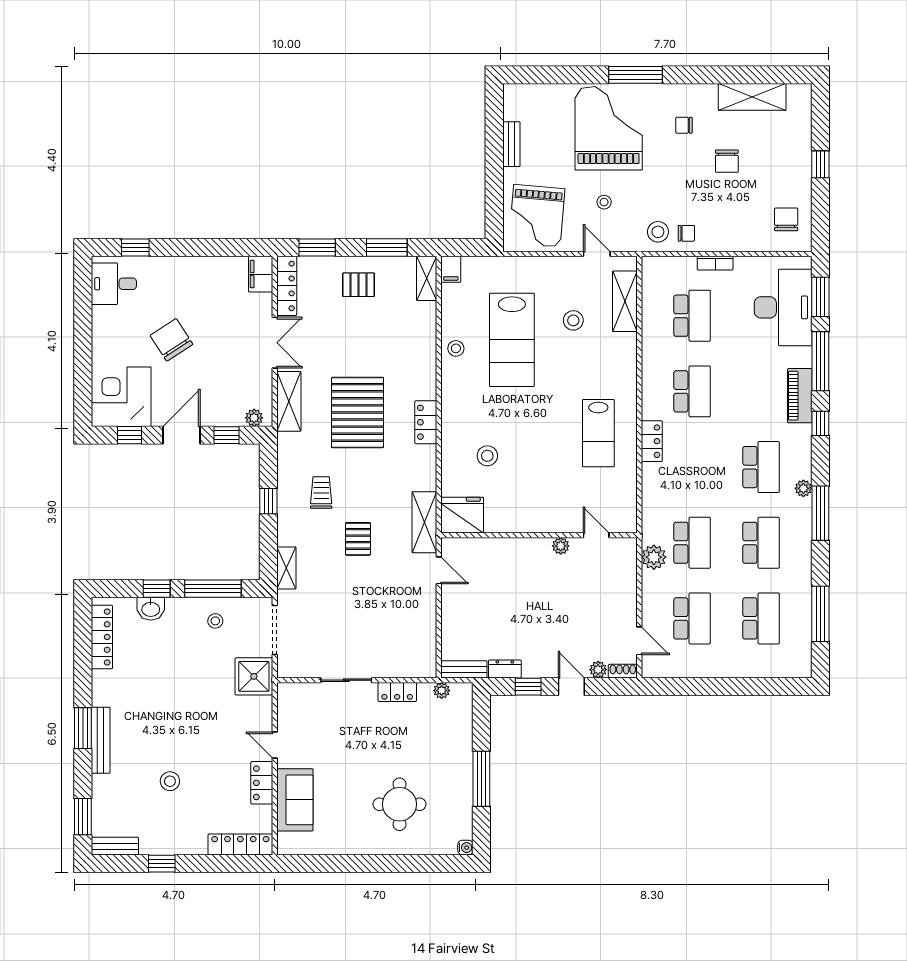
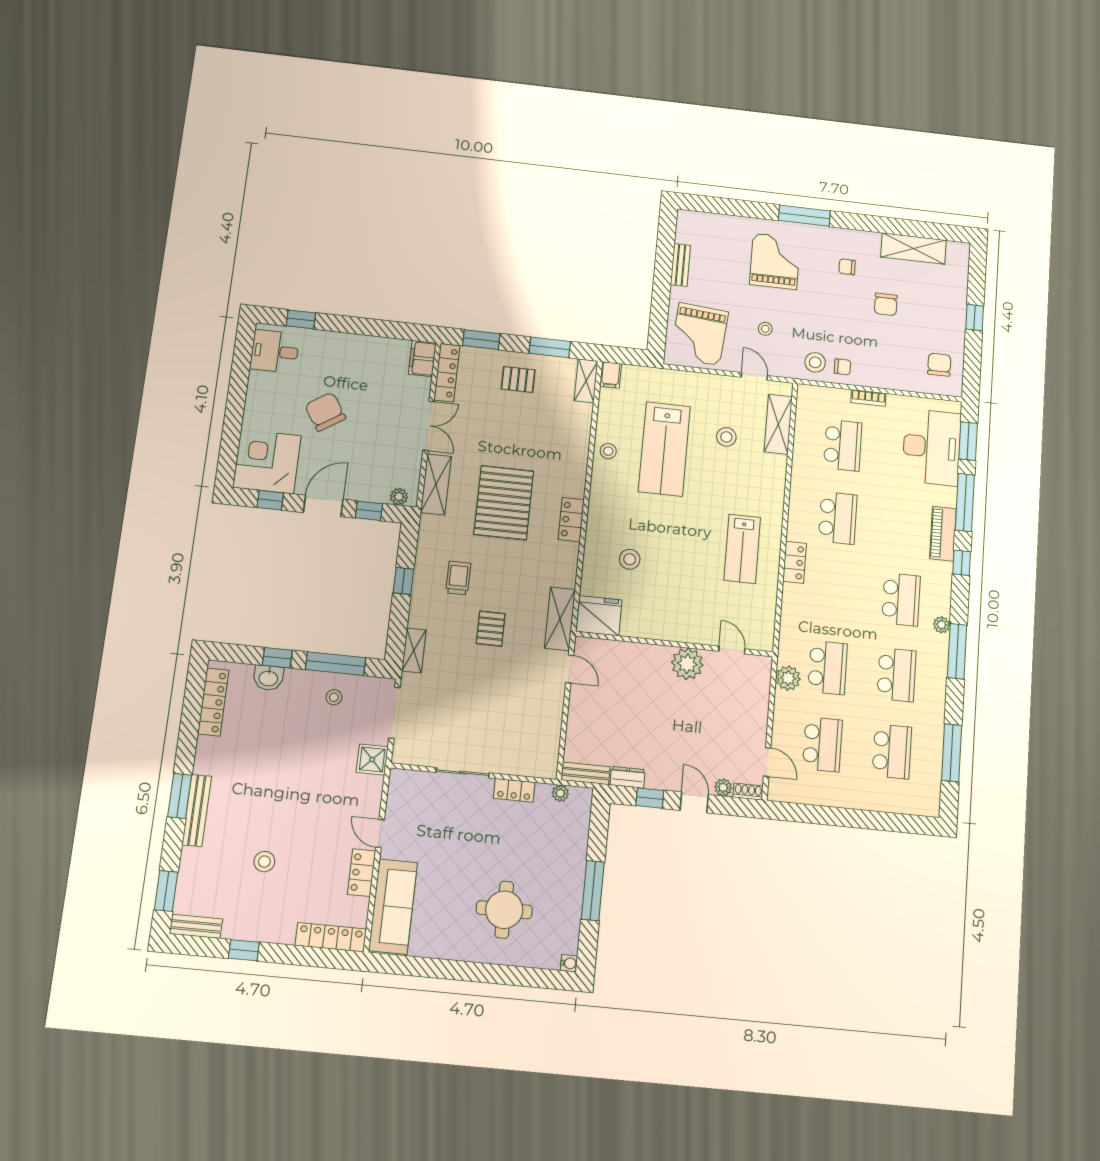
grand piano: (609, 128) -> (775, 261), width x0.73, depth x0.68
plant: (561, 546) -> (687, 664), width x1.88, depth x1.88
shower: (254, 676) -> (372, 760), width x0.73, depth x0.73
sofa: (295, 800) -> (393, 907), width x1.36

